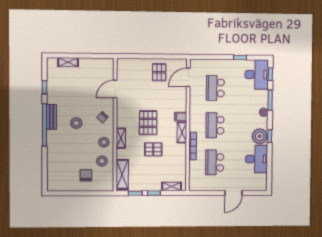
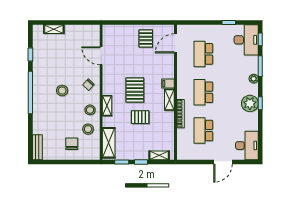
door: (115, 89) -> (101, 56), hinge flipped
bench: (51, 117) -> (37, 147), moved
desk: (257, 159) -> (247, 146), moved

